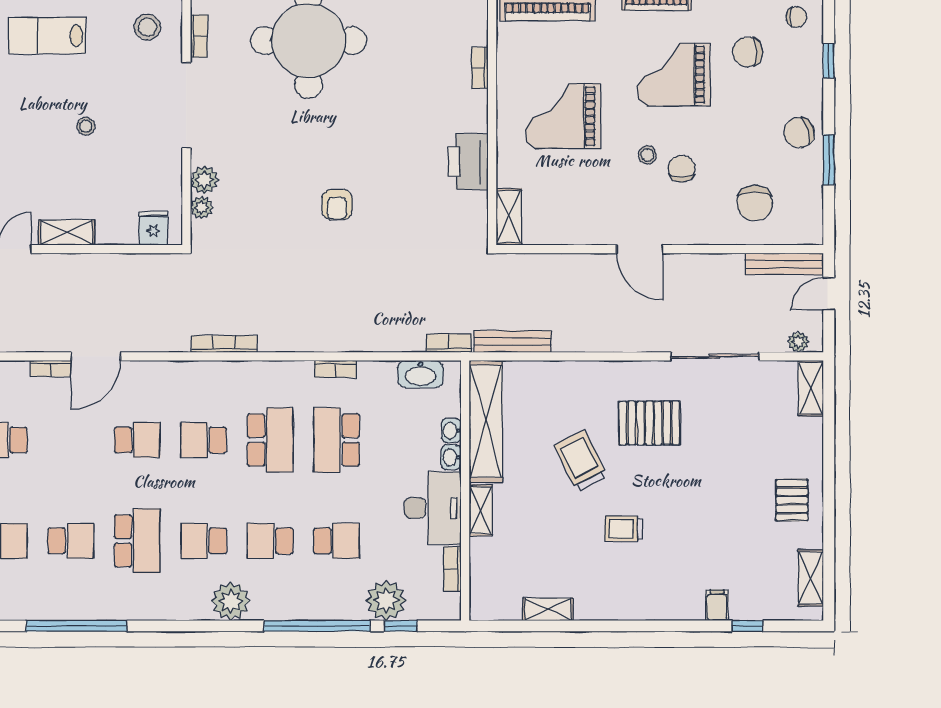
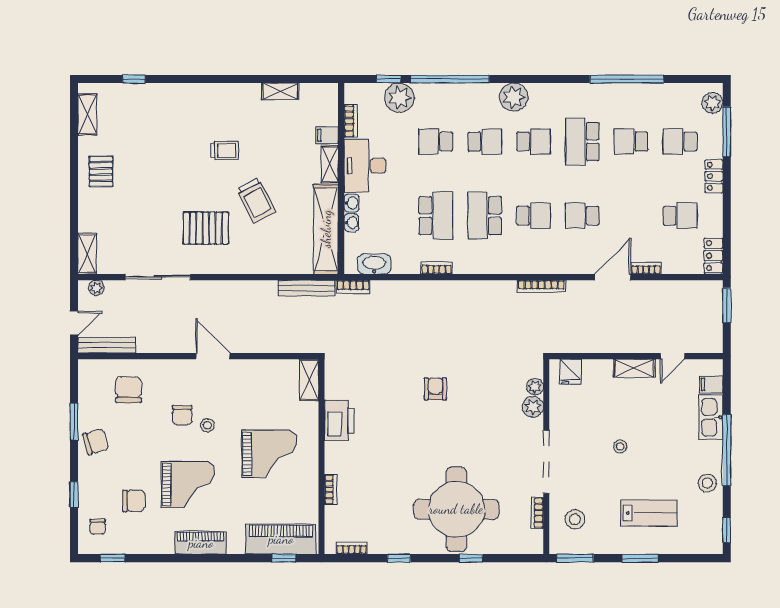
chair: (797, 17) -> (98, 527), turned -90
bookcase: (224, 344) -> (541, 286), moved
filing cabinet: (717, 605) -> (327, 135), moved, turned 90

